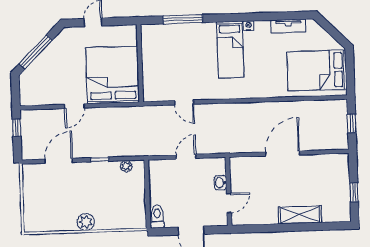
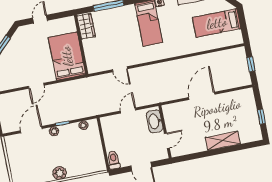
wardrobe: (150, 41) -> (86, 26), added
bed: (317, 70) -> (217, 23), width x0.67
bed: (113, 75) -> (67, 56), width x0.73
plant: (87, 168) -> (54, 131), added
washbasin: (220, 183) -> (155, 121), width x1.91, depth x1.45

